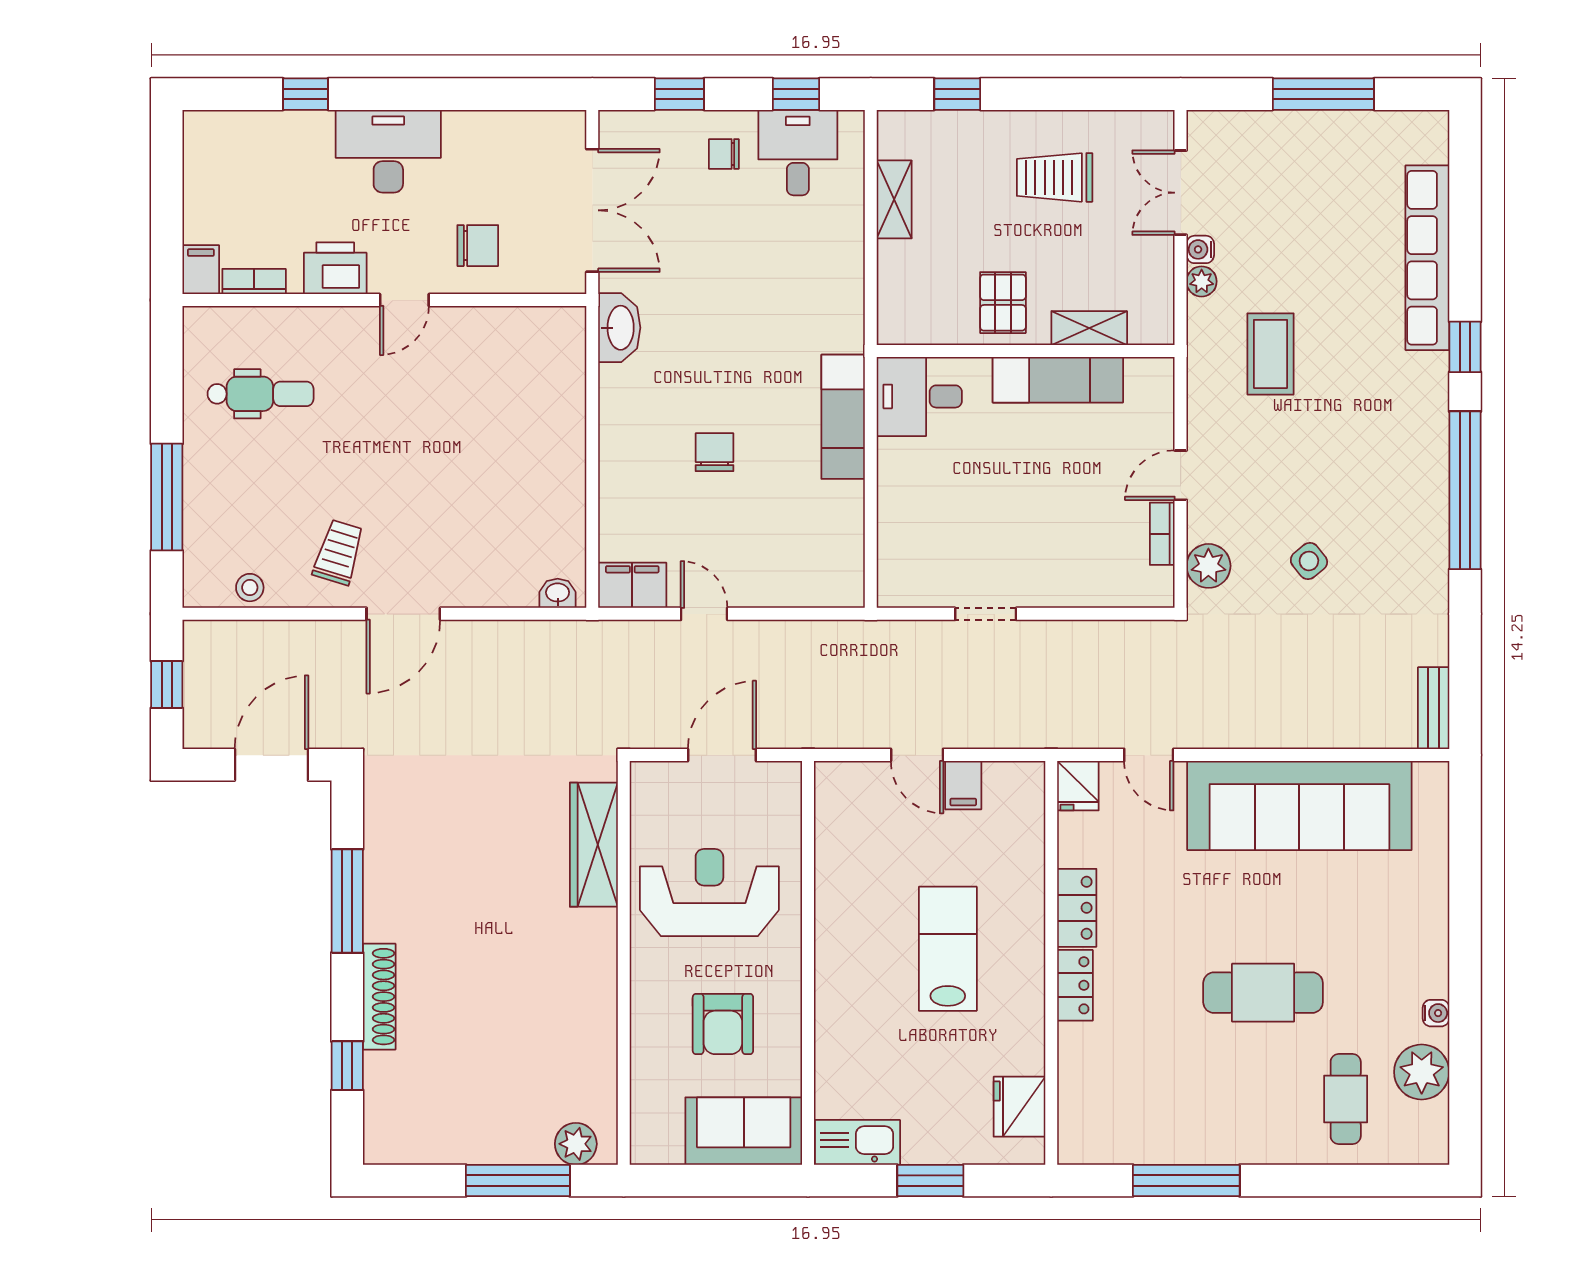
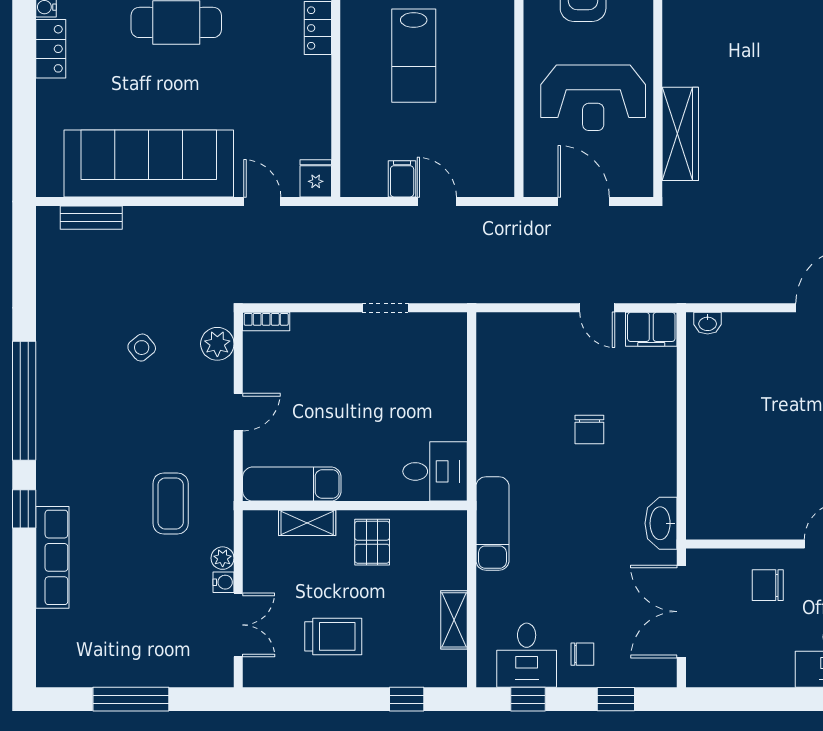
row of seats: (1427, 258) -> (52, 557), width x0.73
exam couch: (1058, 380) -> (292, 484), moved
exam couch: (843, 417) -> (492, 523), moved
bookcase: (1162, 534) -> (266, 322), moved, turned 90
bench: (1434, 708) -> (91, 218), moved, turned 90
door: (722, 755) -> (584, 201), swing flipped
locker: (1077, 908) -> (51, 49), moved, turned 180

